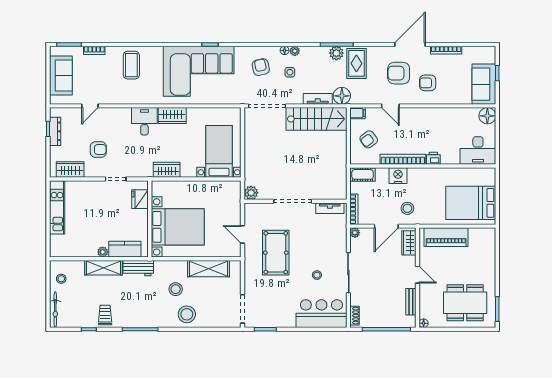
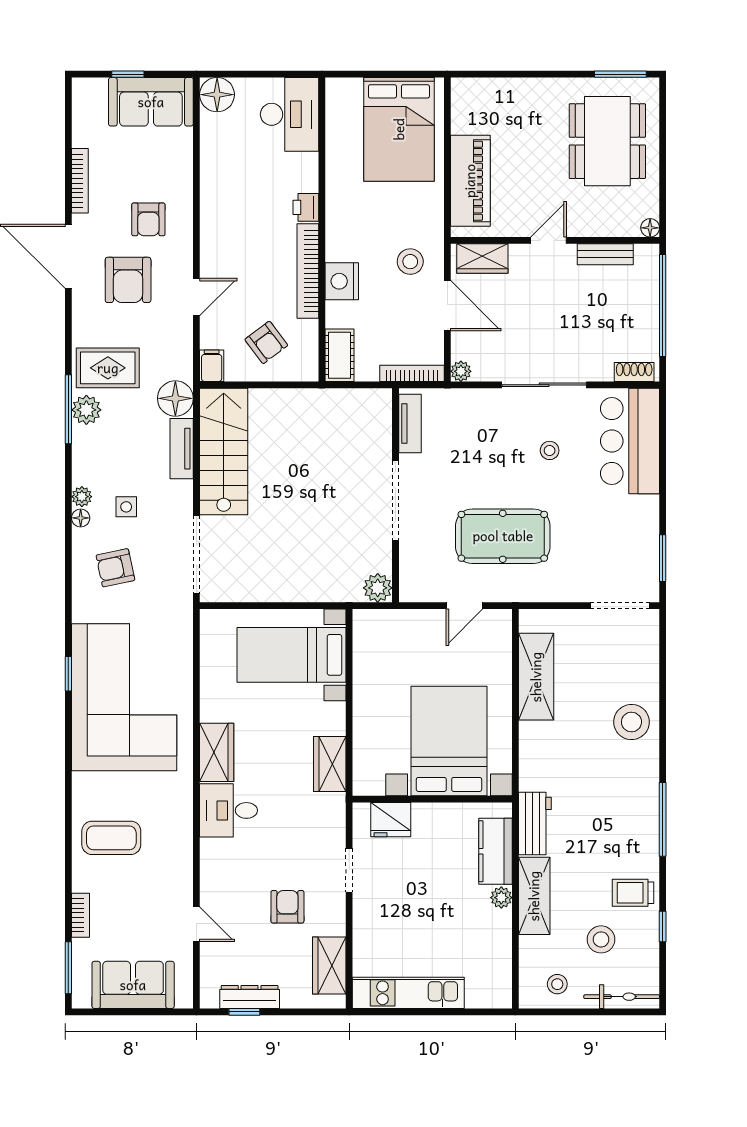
stool: (176, 289) -> (601, 939), moved

